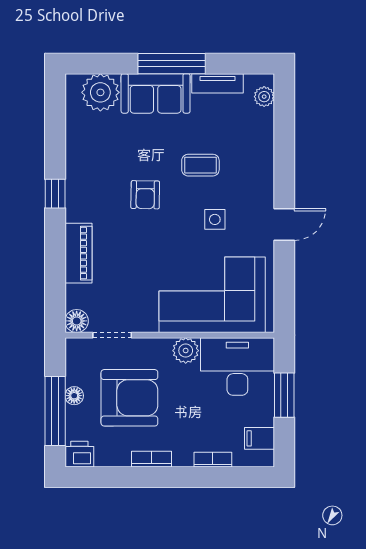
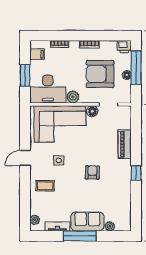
plant: (100, 92) -> (110, 226), width x0.53, depth x0.53
coffee table: (200, 165) -> (45, 186), moved
floor lamp: (77, 321) -> (92, 111), moved

